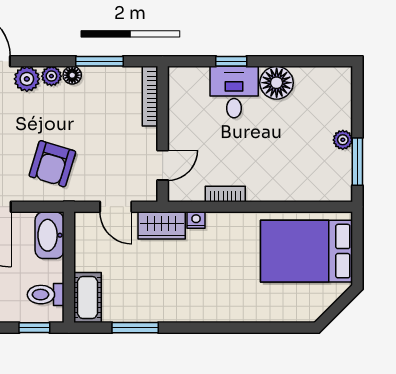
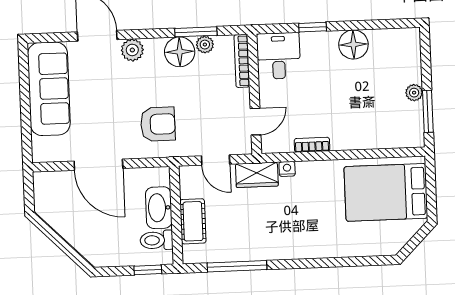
floor lamp: (72, 75) -> (180, 52), width x1.89, depth x1.89
plant: (51, 76) -> (205, 45), moved
desk: (234, 92) -> (279, 56), moved
armchair: (52, 164) -> (158, 124), turned -107
washbasin: (50, 235) -> (159, 208), moved
cot: (87, 297) -> (193, 221), moved
window: (135, 328) -> (237, 266), width x1.44

